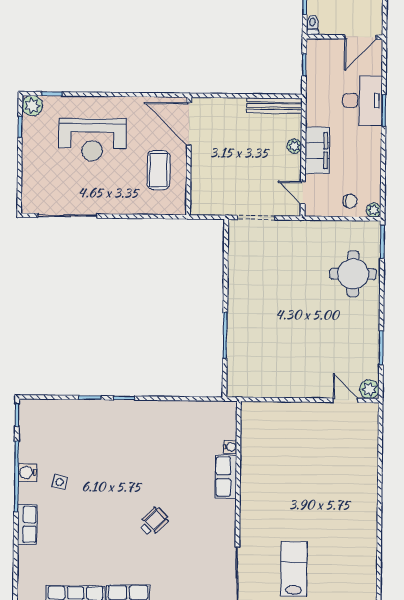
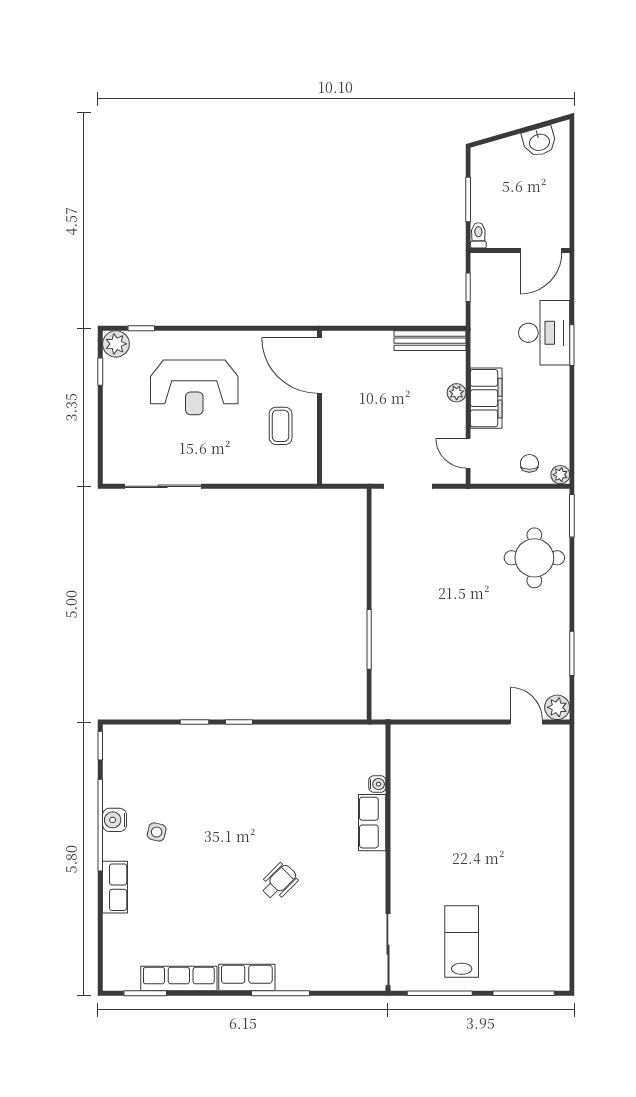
coffee table: (158, 170) -> (281, 426), width x0.73, depth x0.77
chair: (350, 201) -> (529, 463), turned -90

